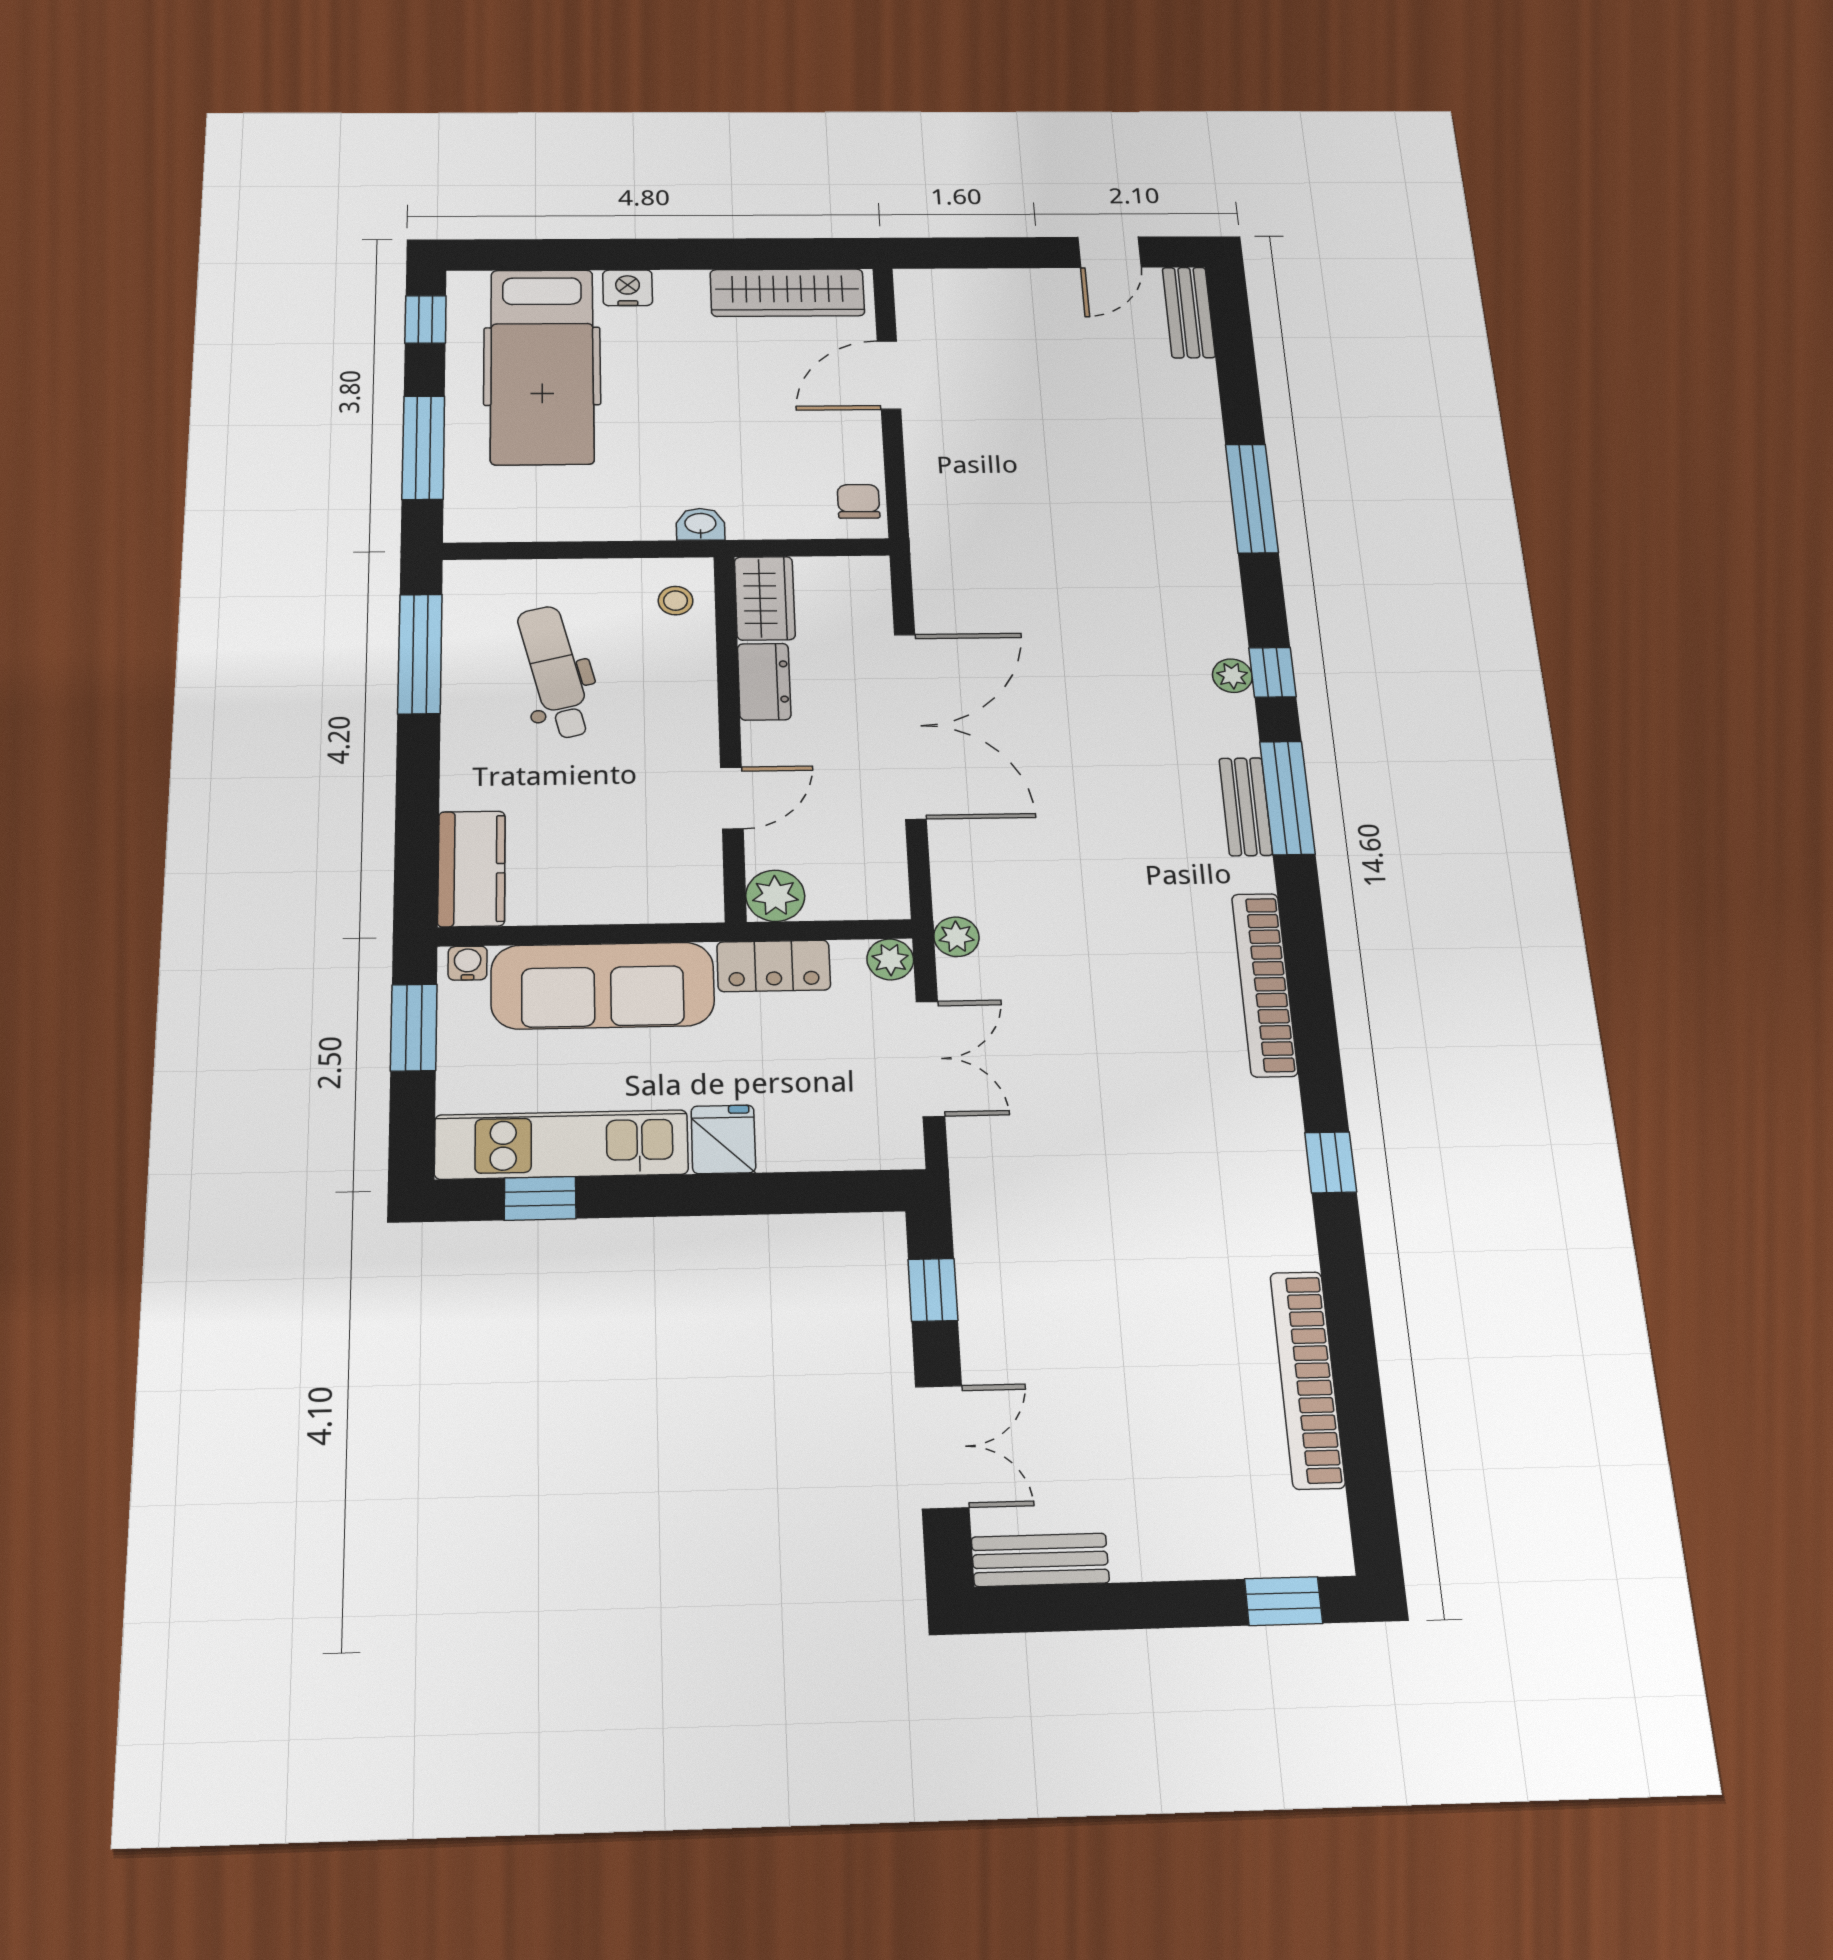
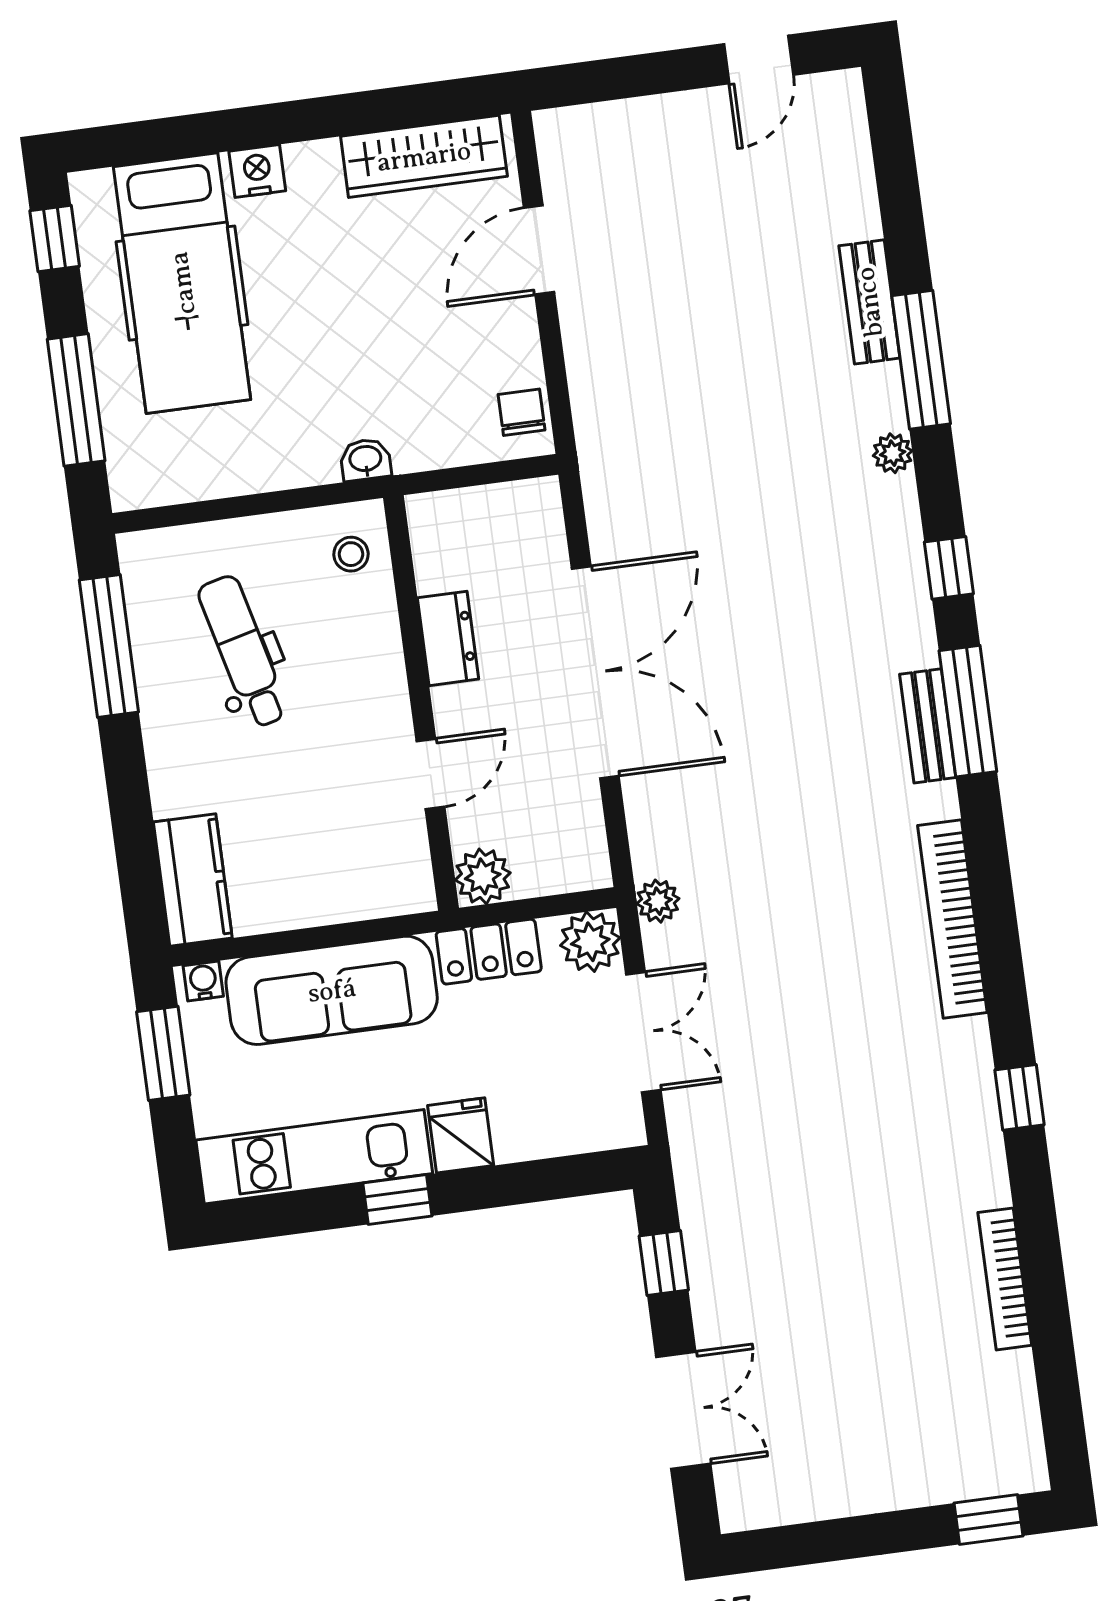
bench: (1189, 312) -> (869, 302), moved
wardrobe: (765, 598) -> (439, 541), removed
plant: (1232, 676) -> (893, 453), moved
plant: (890, 959) -> (590, 942), width x1.38, depth x1.38
window: (540, 1198) -> (397, 1199), moved
bookcase: (1307, 1379) -> (1005, 1279), width x0.68, depth x0.76
bench: (1040, 1560) -> (776, 1504), removed

